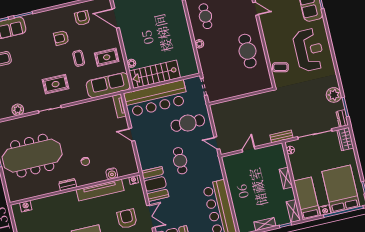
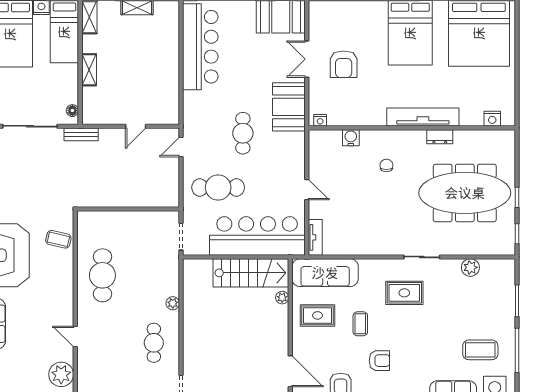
door: (217, 143) -> (181, 147), swing flipped
dresser: (68, 185) -> (440, 137), moved
tv unit: (100, 190) -> (423, 117), moved

